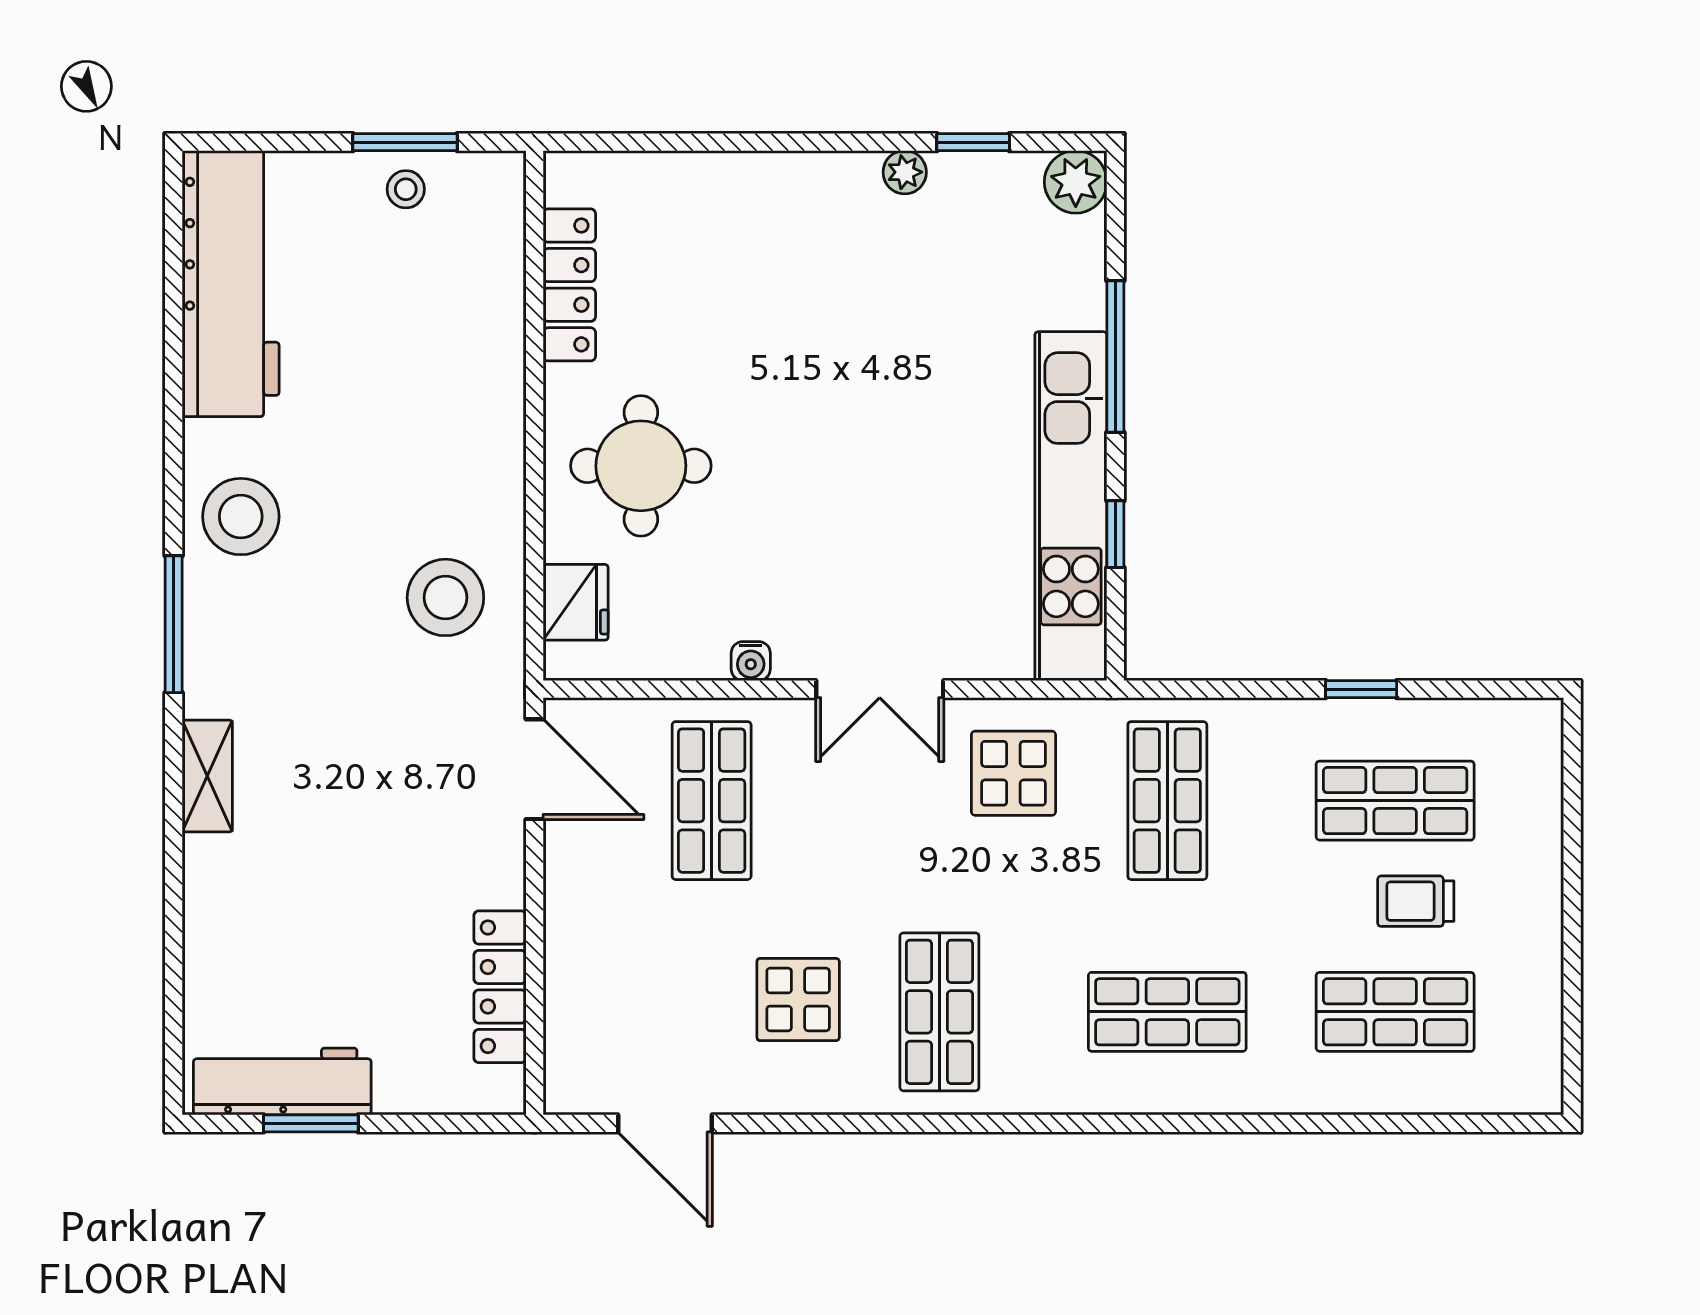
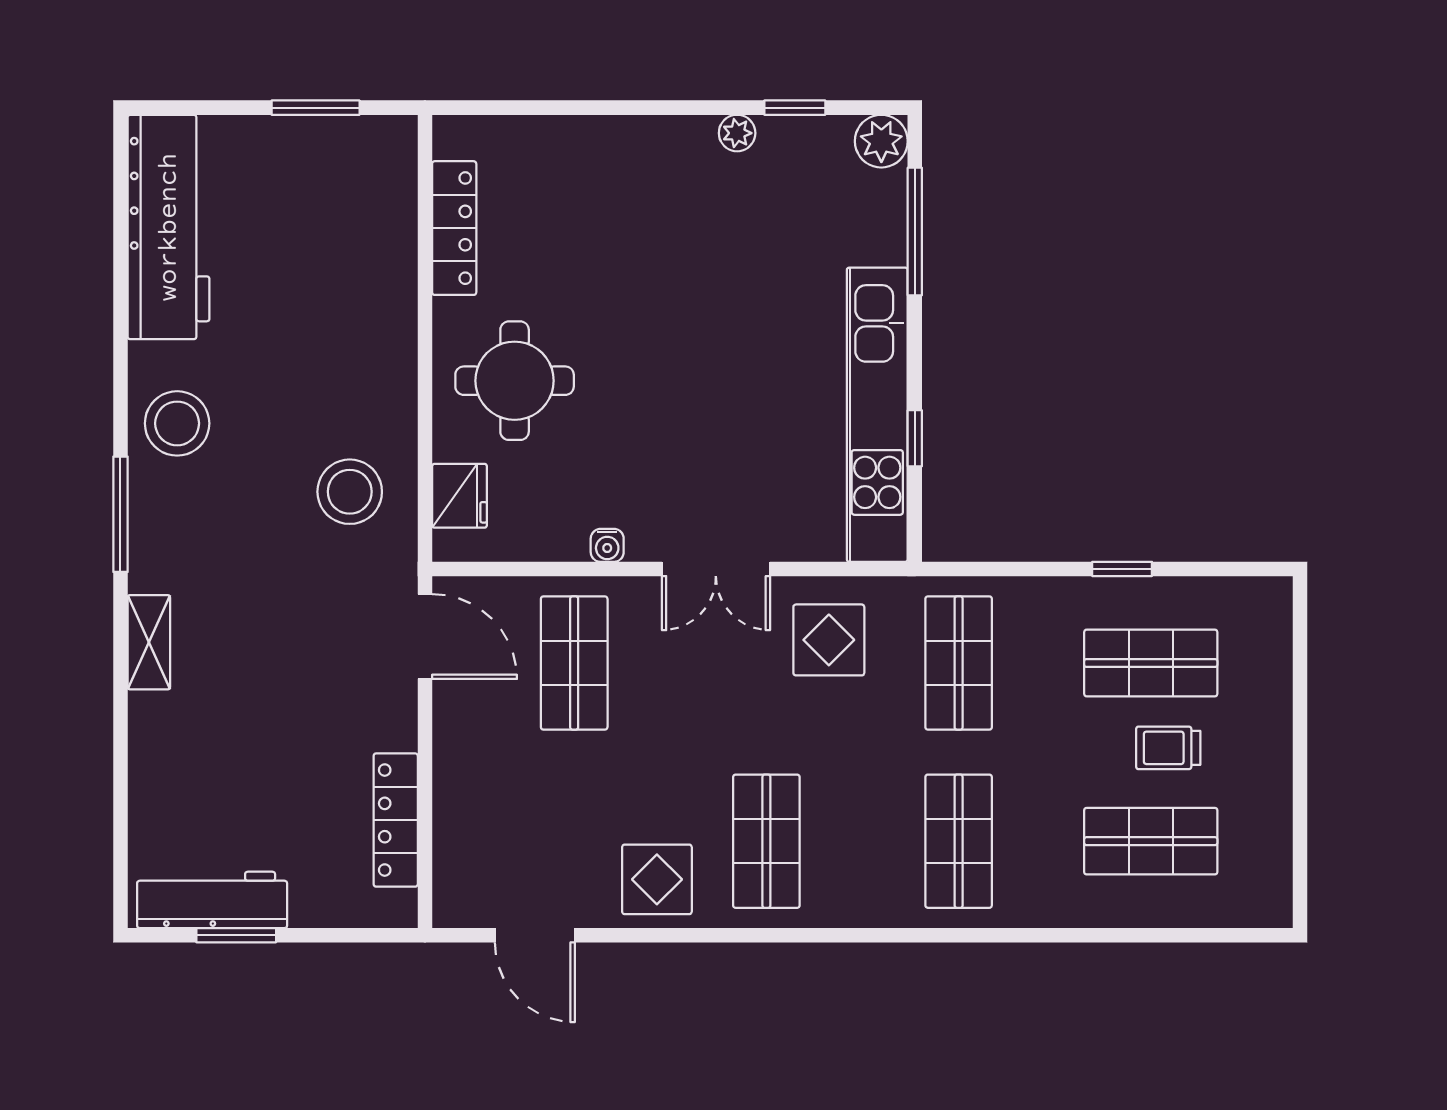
stool: (406, 189) -> (316, 147), removed
window: (1115, 357) -> (915, 231), moved
display table: (798, 999) -> (657, 879), moved
shop shelf: (1167, 1012) -> (959, 841), turned 90

